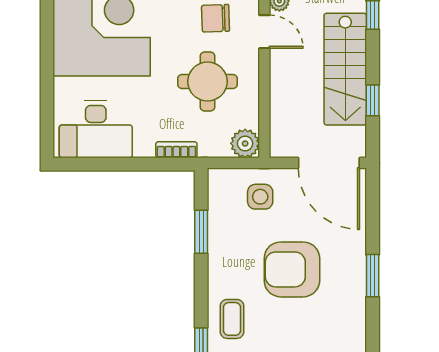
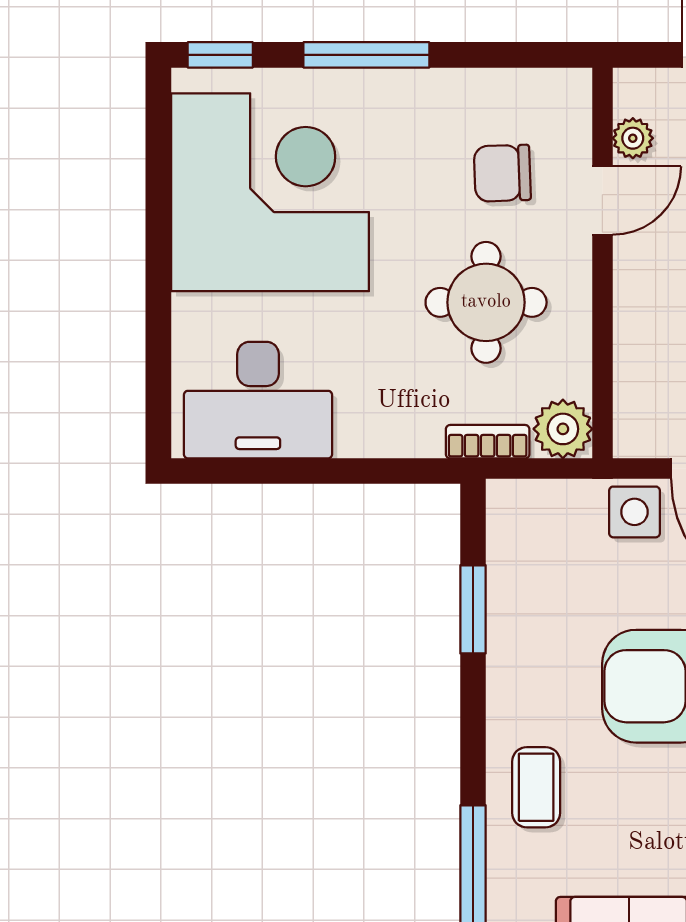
door: (264, 32) -> (602, 201), hinge flipped
bookcase: (176, 150) -> (488, 442), moved
side table: (260, 197) -> (634, 512), moved

